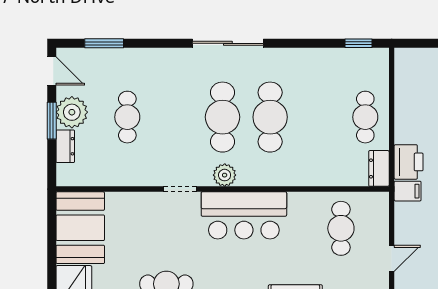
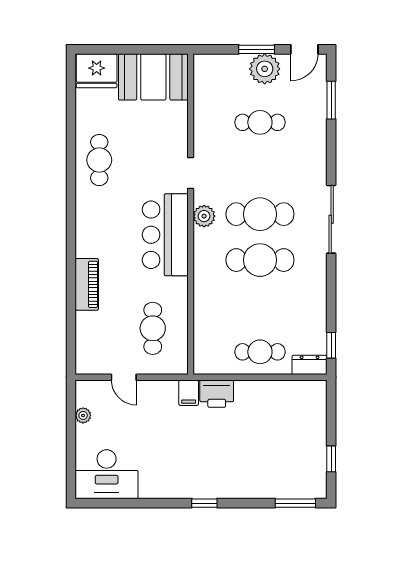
dresser: (65, 146) -> (232, 63), removed
dresser: (379, 168) -> (310, 365), moved
cafe table: (341, 228) -> (153, 328), turned 90

